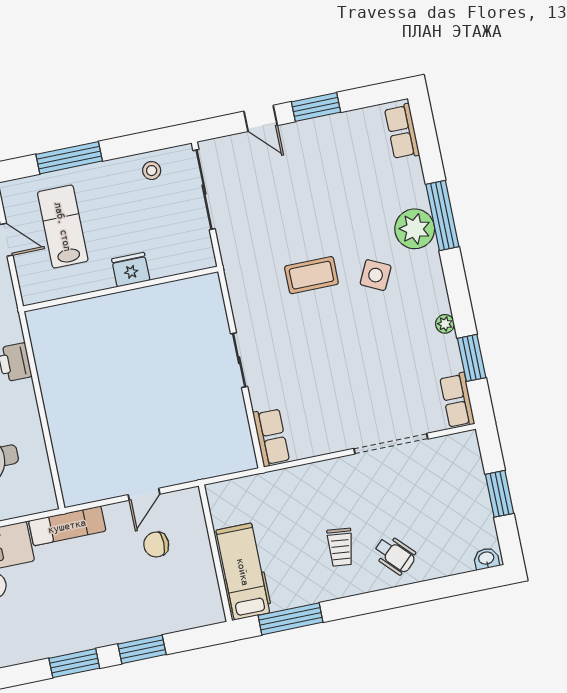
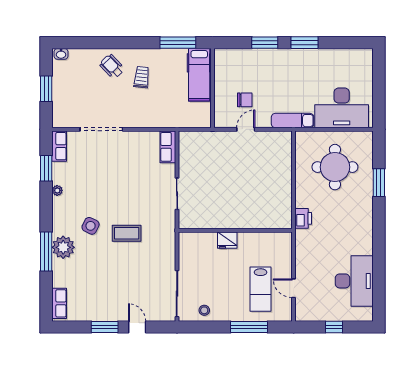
fridge: (131, 270) -> (227, 240), moved
wall: (121, 289) -> (235, 230), moved

